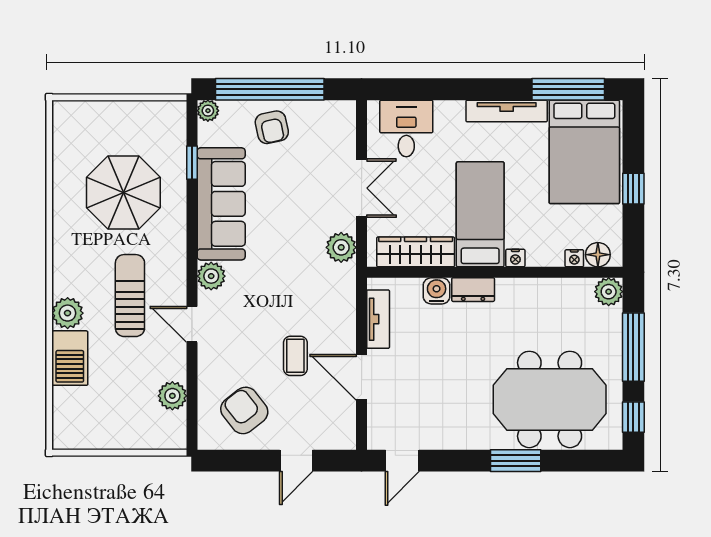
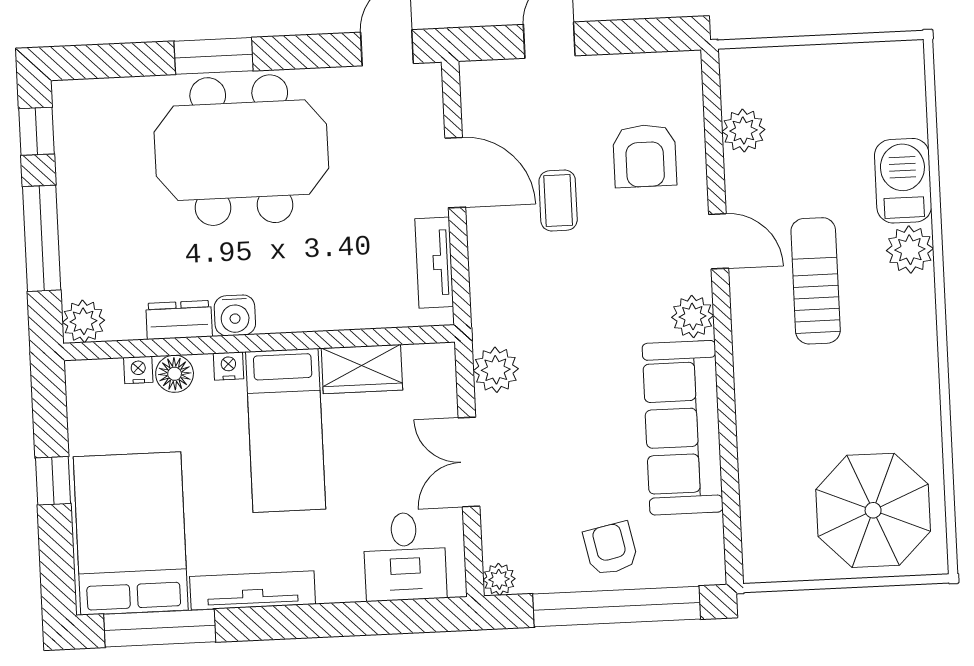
plant: (208, 111) -> (499, 579), moved
window: (192, 163) -> (730, 489), removed
parasol: (123, 192) -> (873, 510), moved
wardrobe: (416, 252) -> (362, 369), width x0.67
floor lamp: (598, 255) -> (175, 374), moved
dresser: (473, 290) -> (179, 320), moved
water cooler: (437, 291) -> (235, 315), moved
sun lounger: (130, 296) -> (816, 281), turned 180
meeting table: (550, 399) -> (241, 150), moved
armchair: (244, 410) -> (645, 156), moved, turned 38

